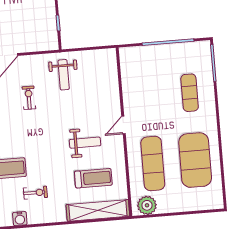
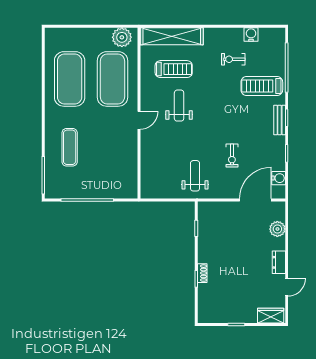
weight bench: (85, 143) -> (179, 106), turned 90
exercise mat: (153, 163) -> (112, 79), width x1.47
treadmill: (93, 178) -> (174, 69), turned 180

